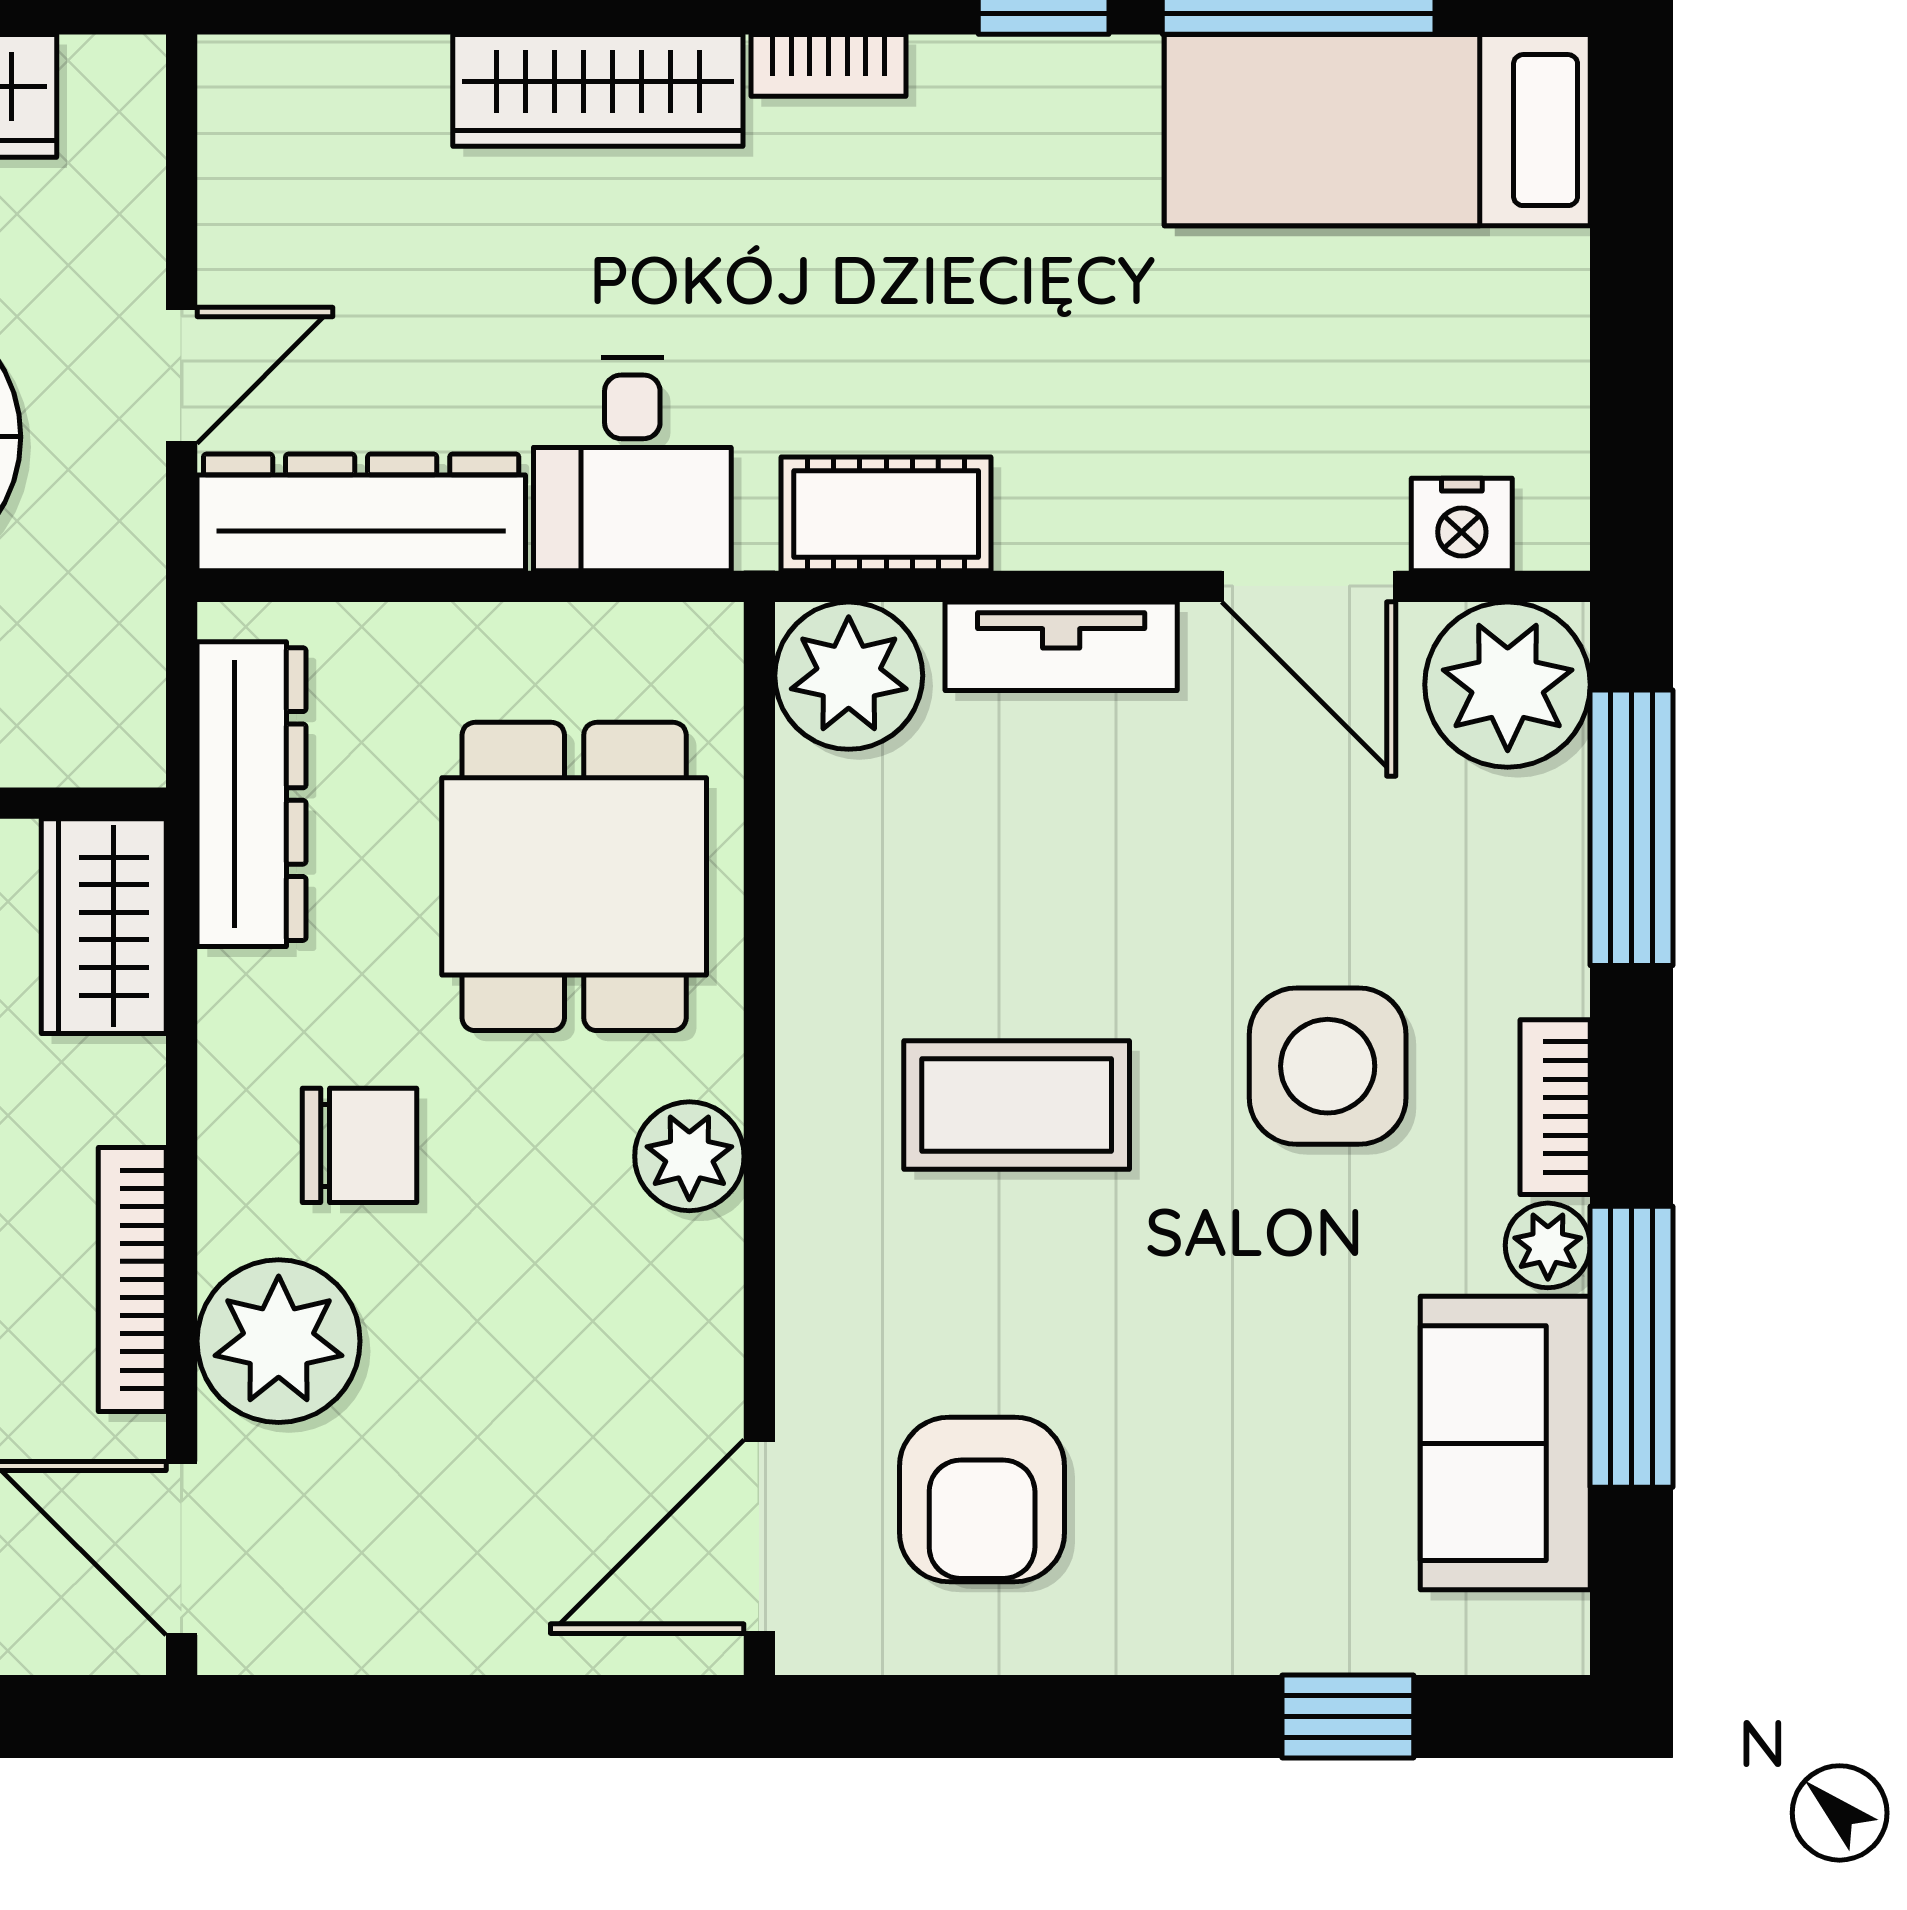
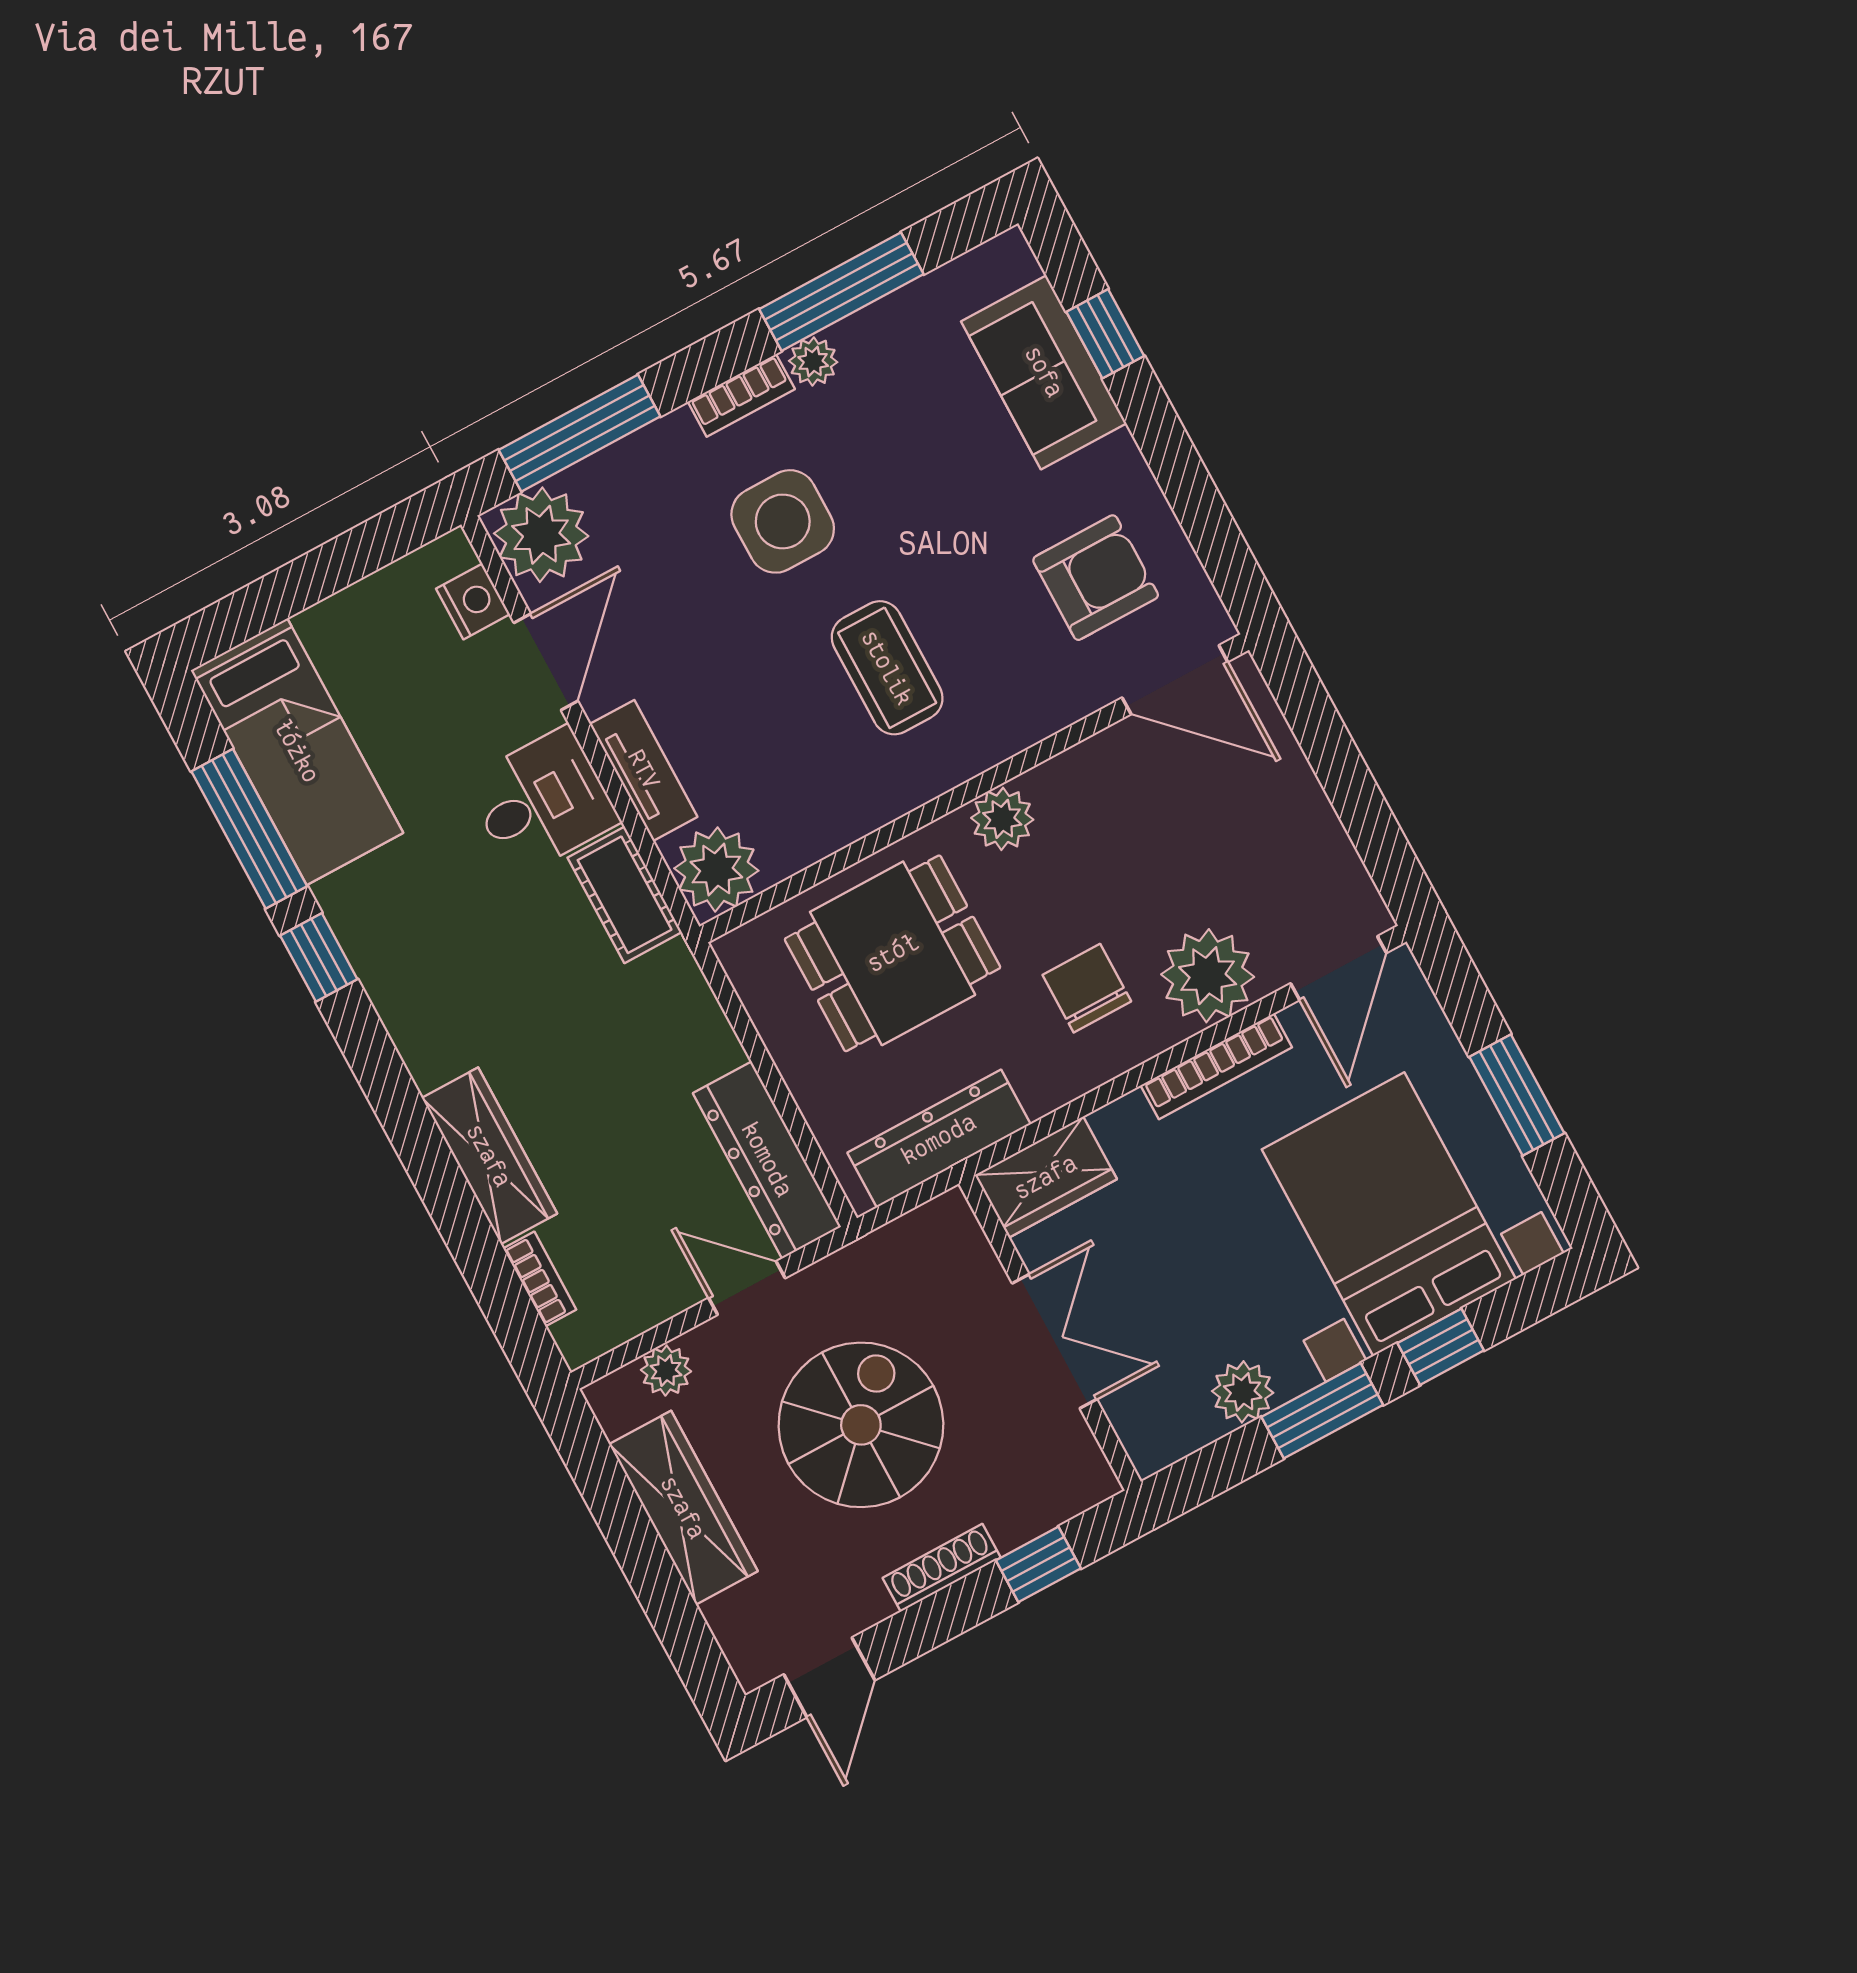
bookcase: (828, 65) -> (540, 1279), moved
plant: (122, 183) -> (666, 1371), added
desk: (632, 464) -> (542, 801), moved
sofa: (1505, 1443) -> (1044, 372), moved, turned 90

